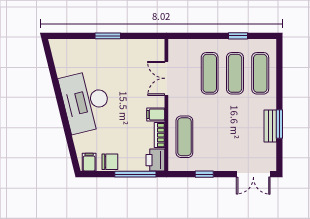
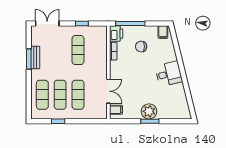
plant: (109, 50) -> (149, 111), added
desk: (86, 102) -> (169, 74), width x0.53, depth x0.77
filing cabinet: (156, 115) -> (116, 110), moved
exercise mat: (184, 137) -> (78, 50), moved
chair: (110, 162) -> (141, 47), moved

